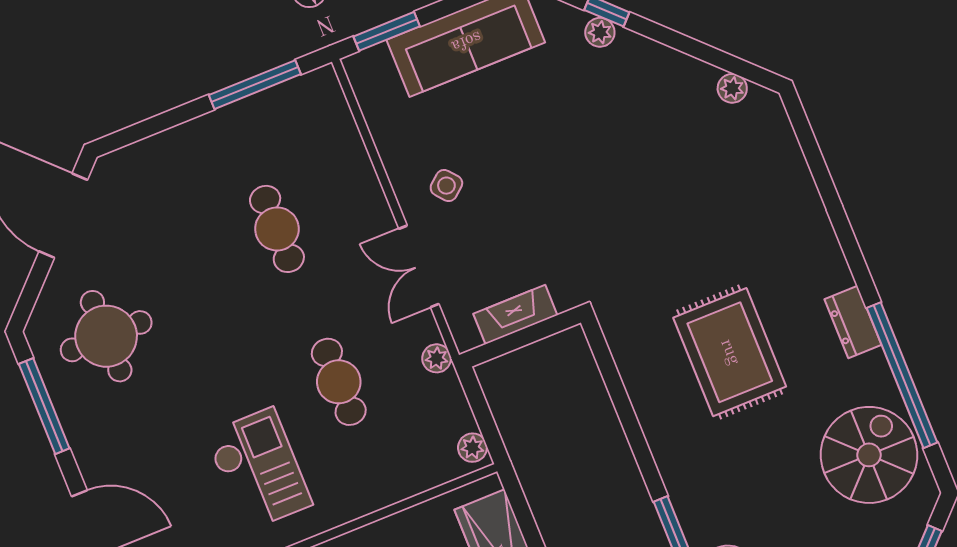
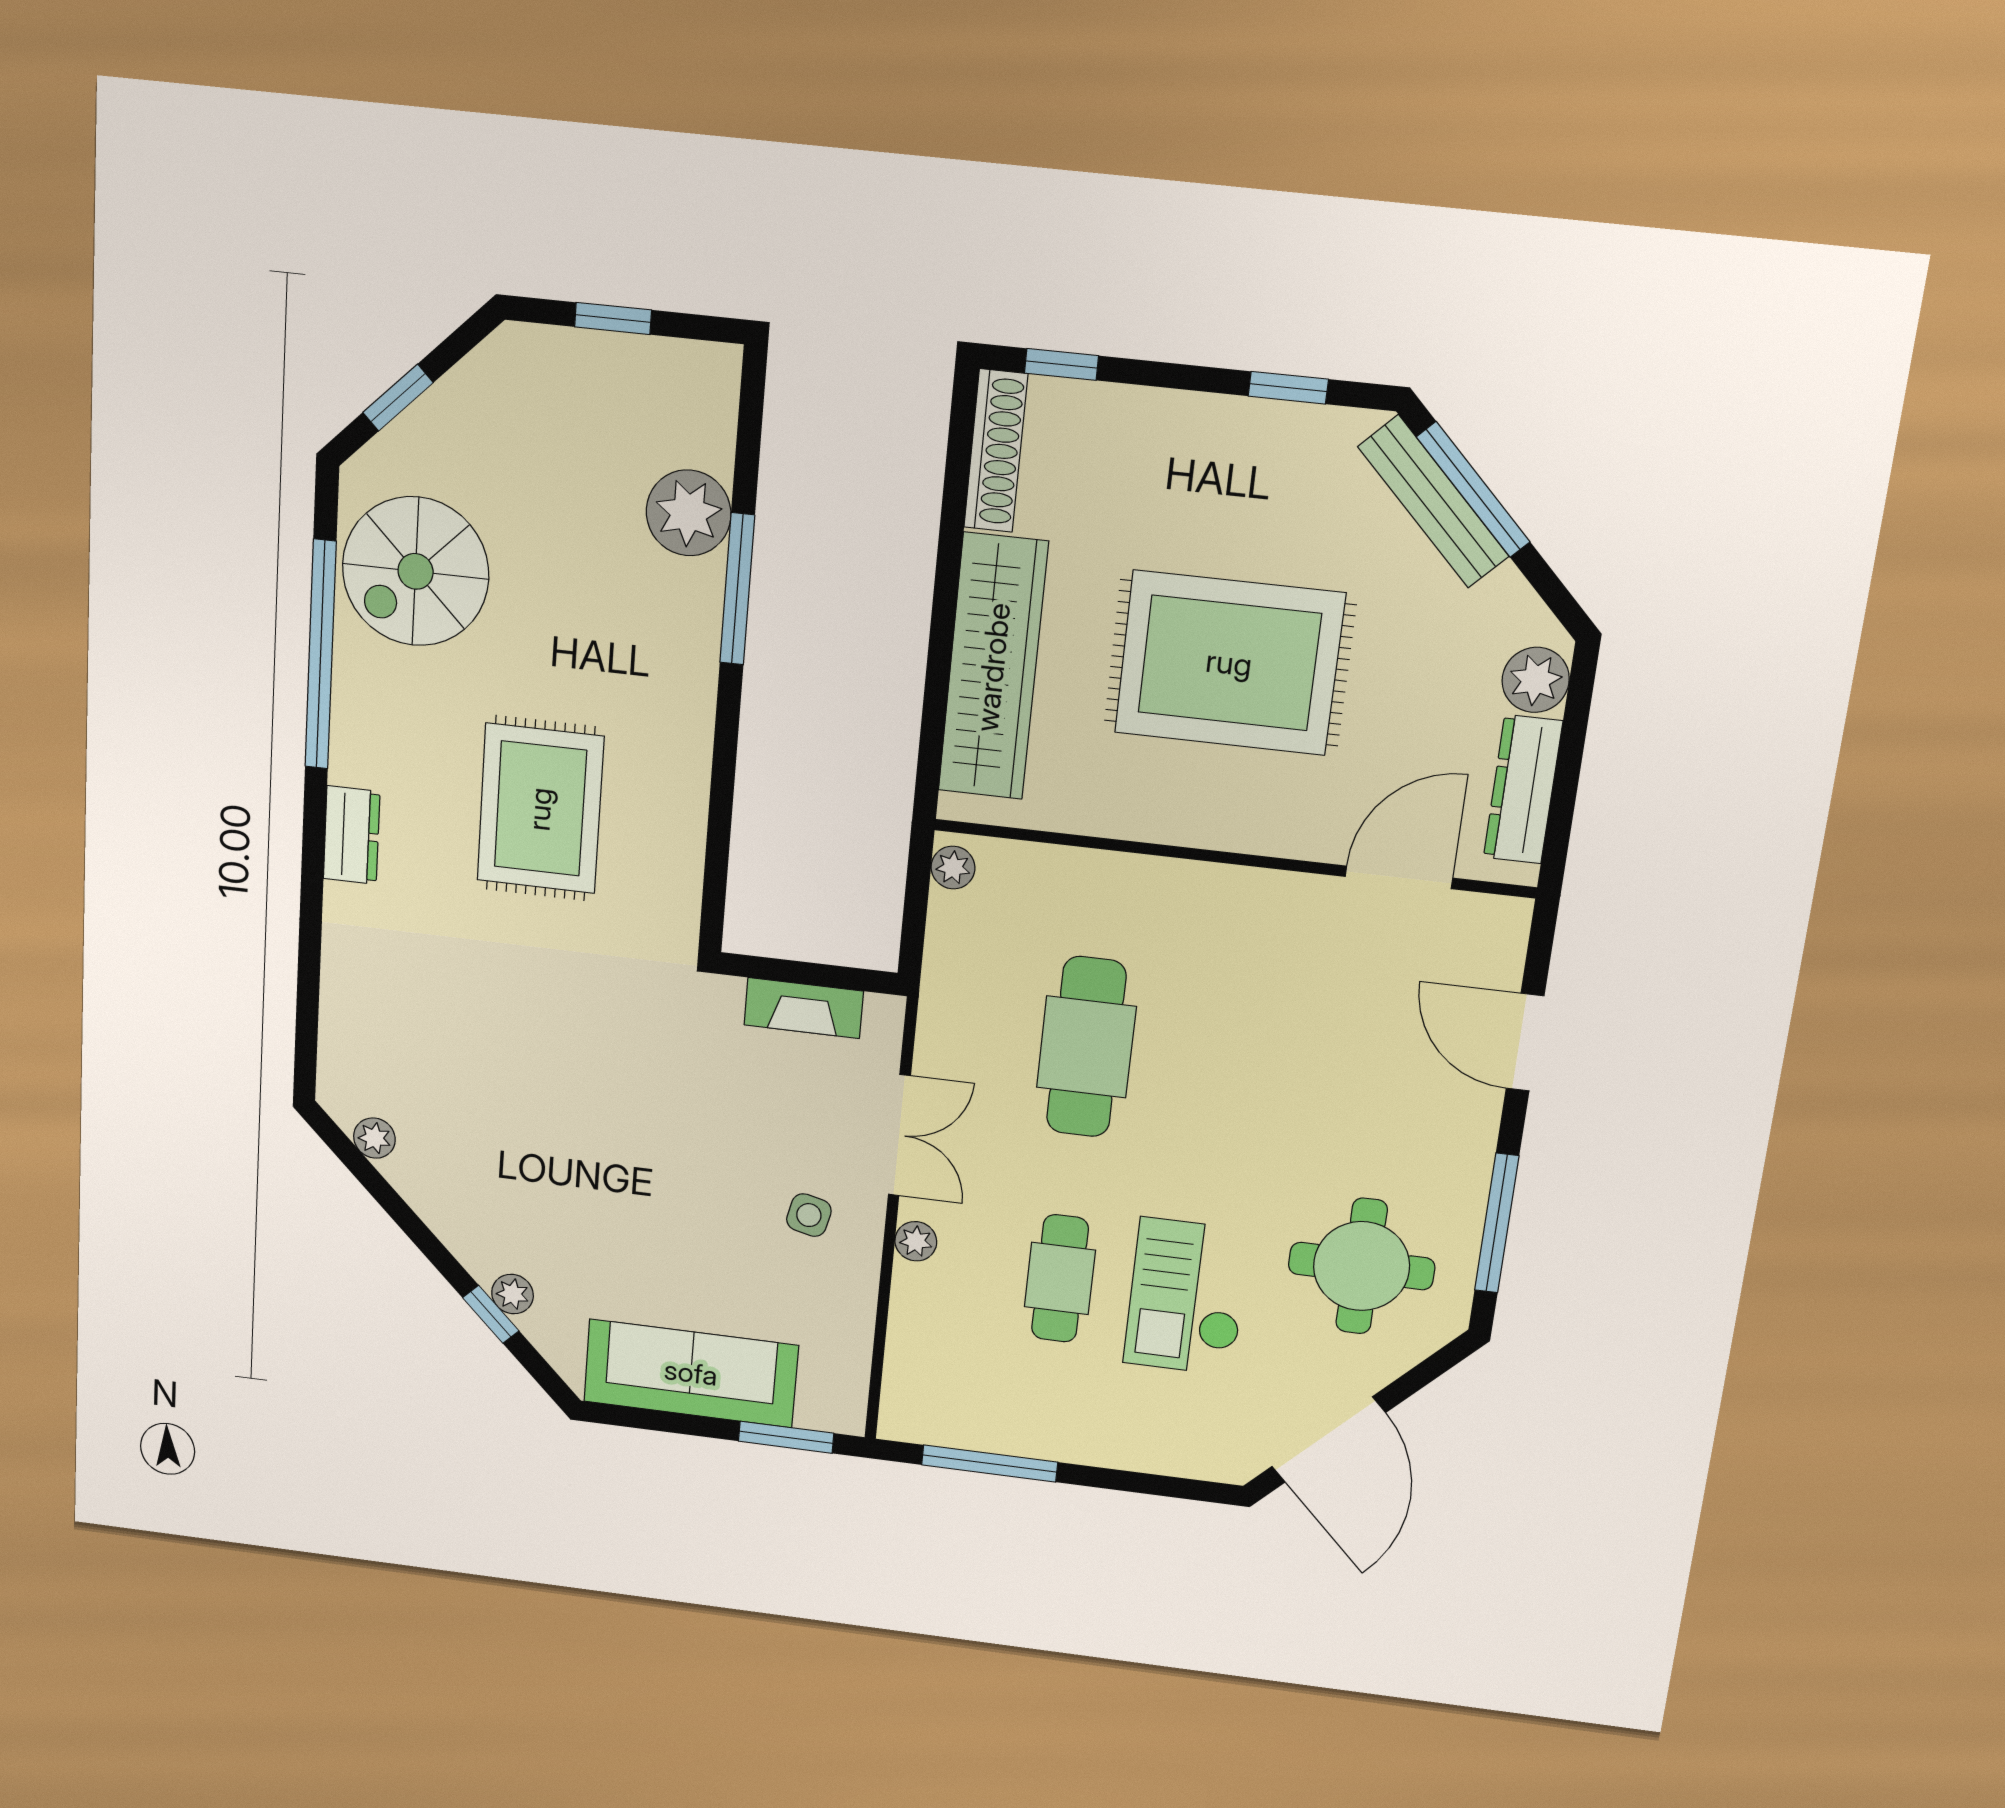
side table: (446, 186) -> (809, 1215), turned -37
dresser: (853, 322) -> (352, 835), moved
plant: (437, 358) -> (916, 1241), moved
cafe table: (339, 382) -> (1086, 1047), width x1.37, depth x1.35
checkout: (259, 469) -> (1187, 1297), moved

